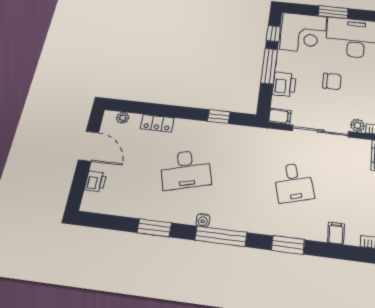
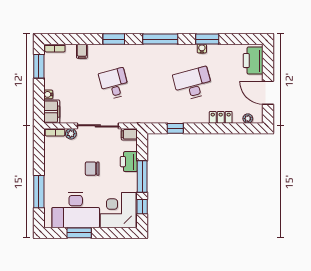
window: (333, 12) -> (79, 233), moved
printer: (96, 181) -> (253, 61), width x1.87, depth x1.48
water cooler: (203, 220) -> (202, 49), moved

